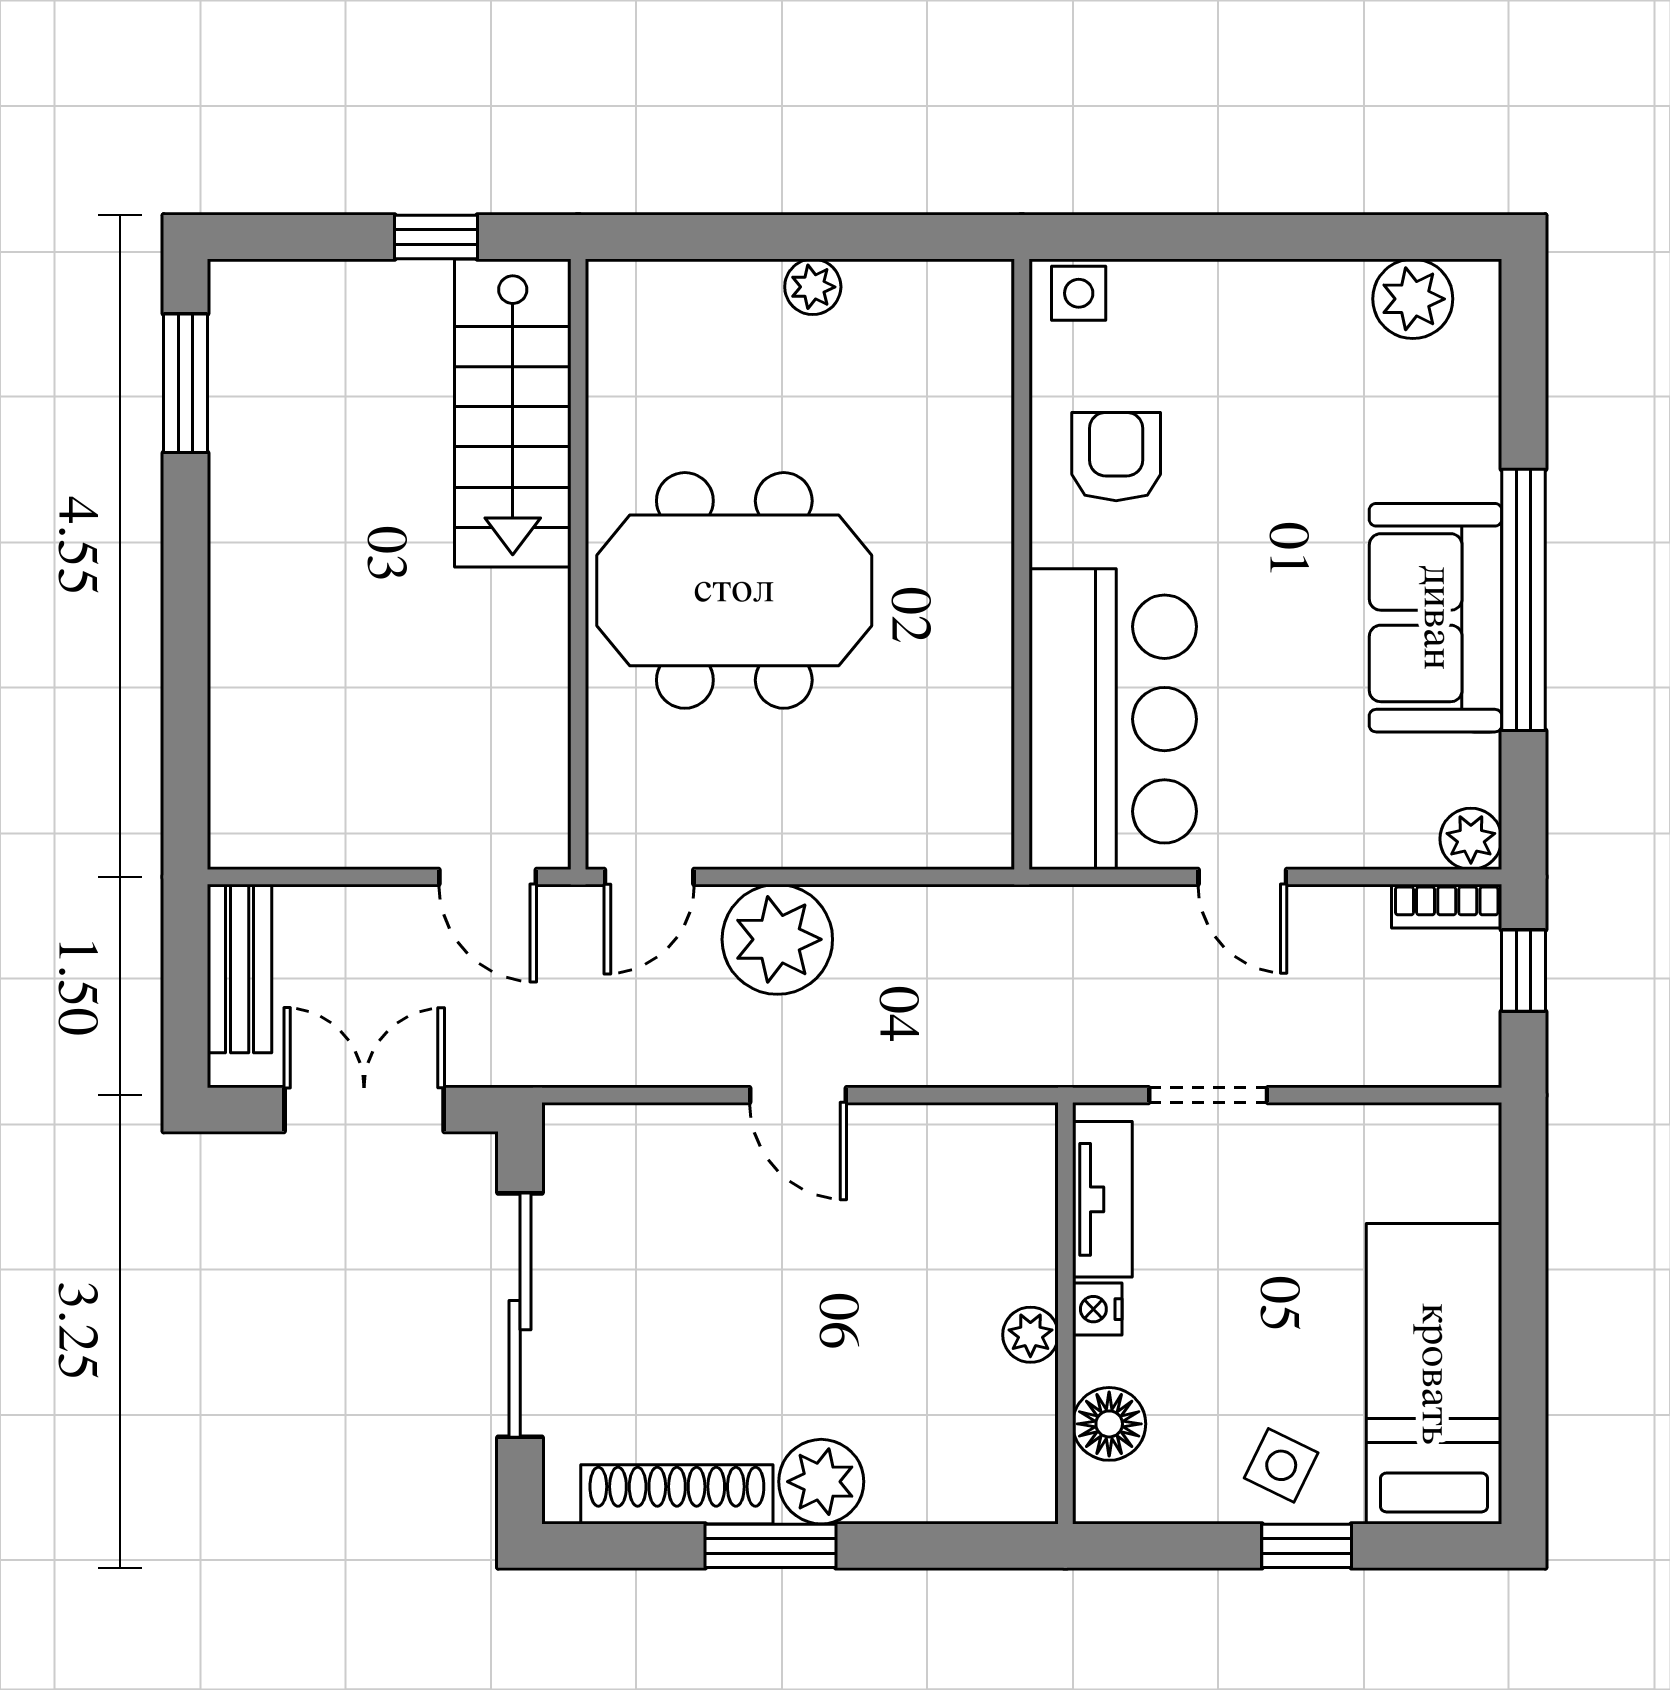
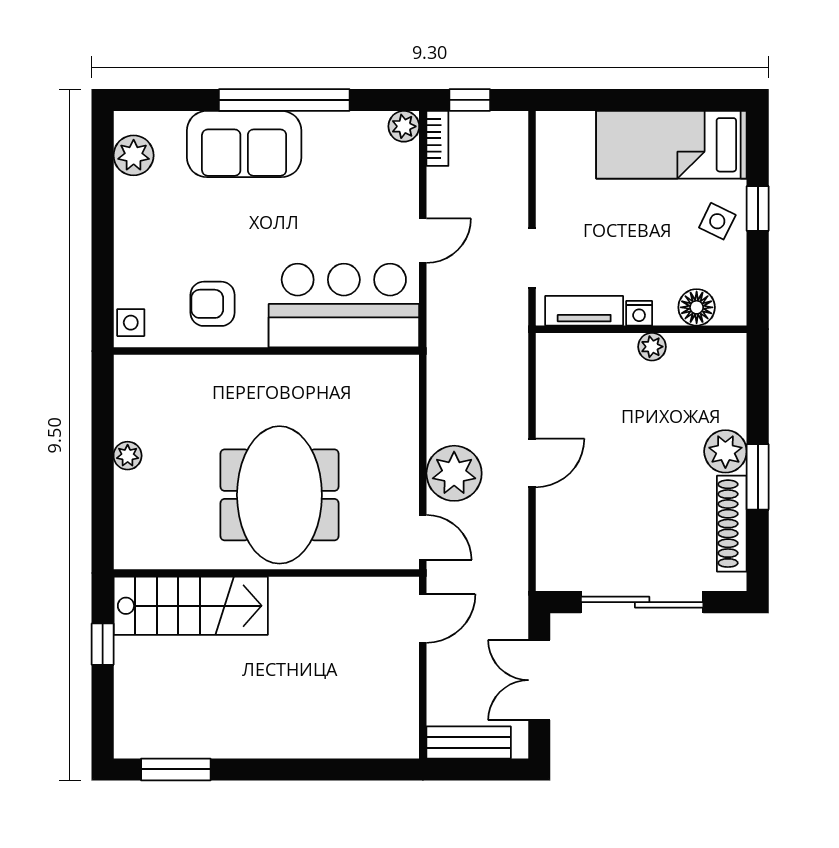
sofa: (1436, 618) -> (244, 144), moved

